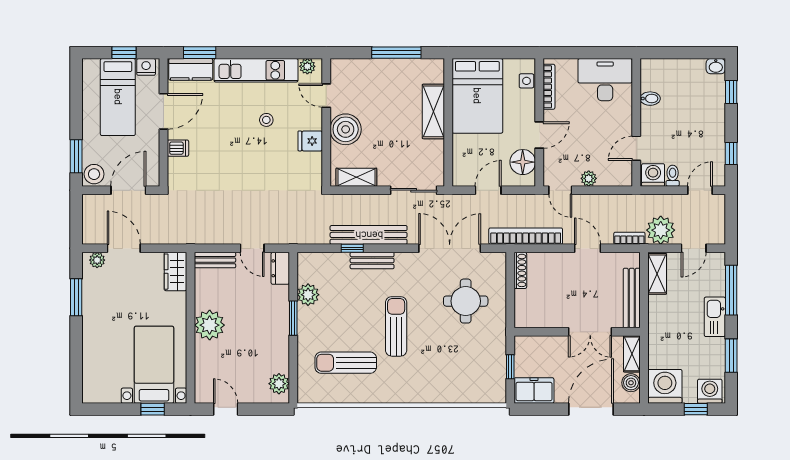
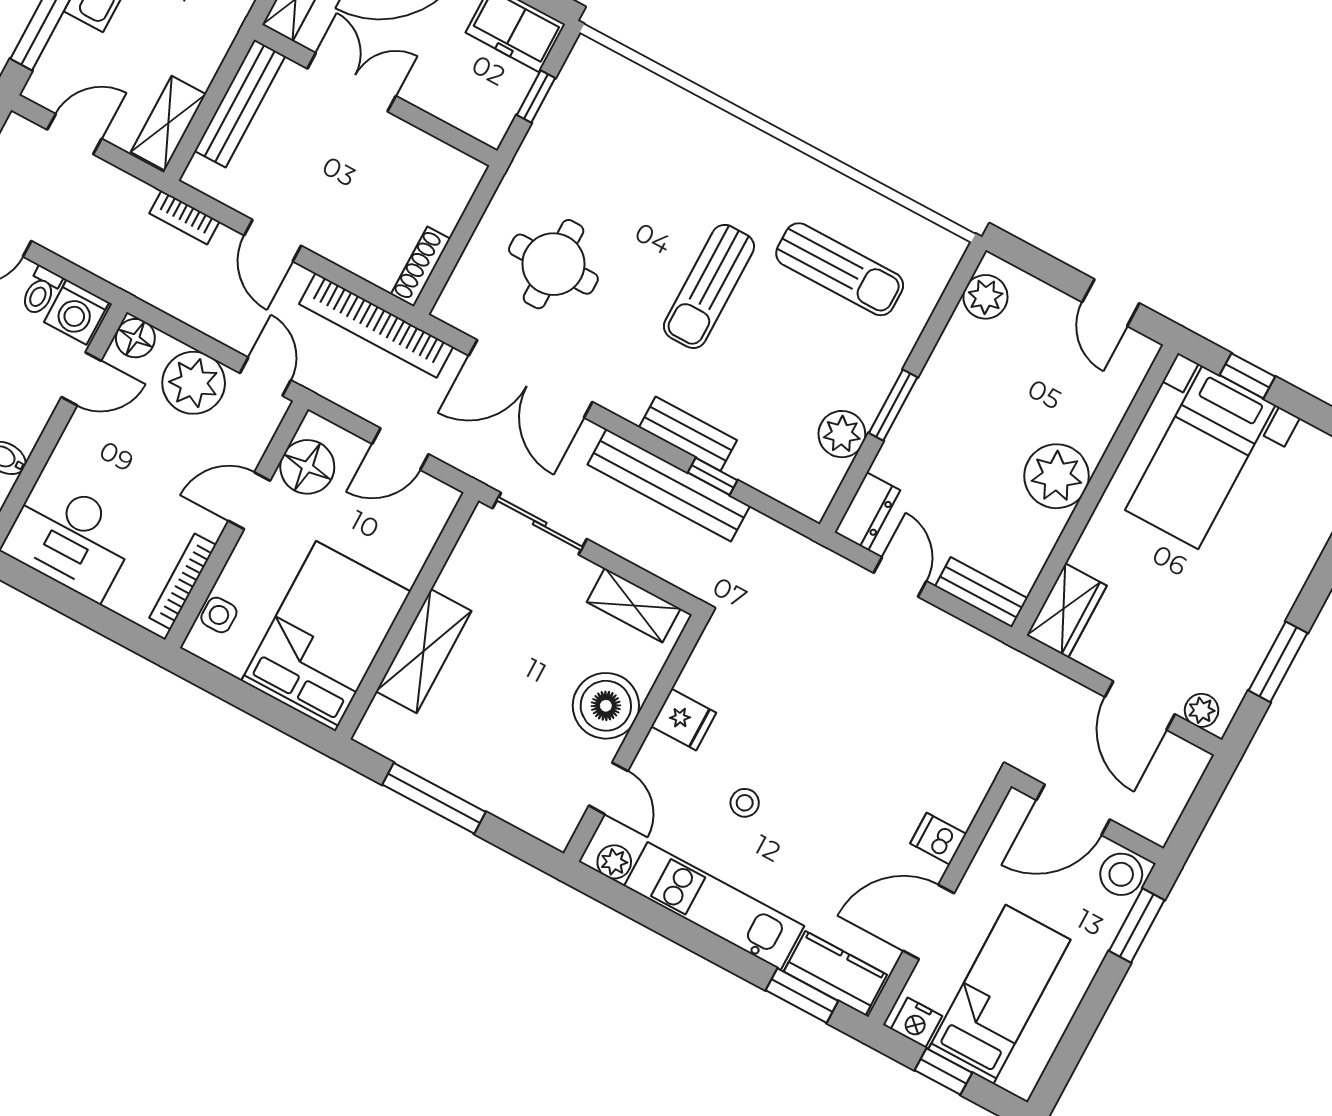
floor lamp: (623, 177) -> (135, 338), added
plant: (589, 178) -> (194, 383), width x1.87, depth x1.87
plant: (661, 230) -> (118, 201), removed

